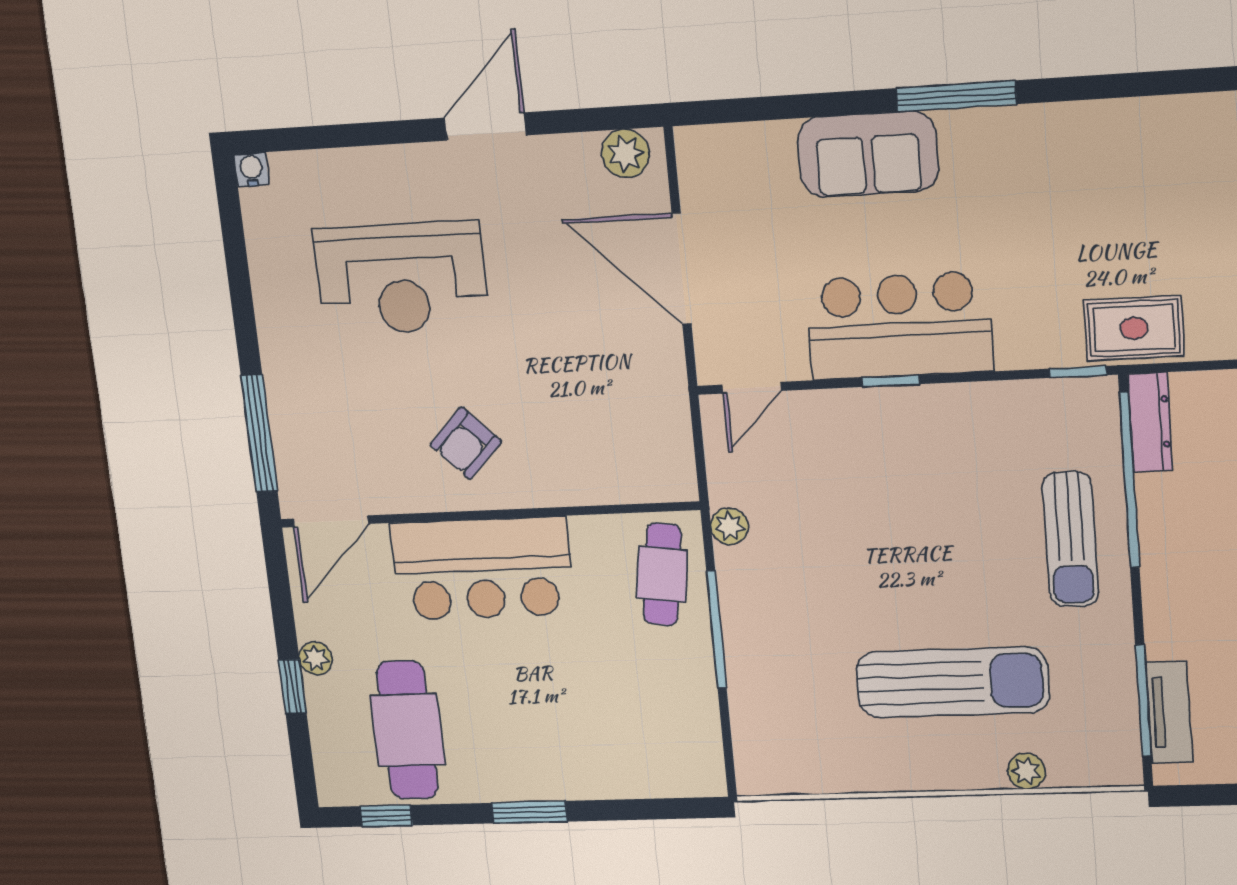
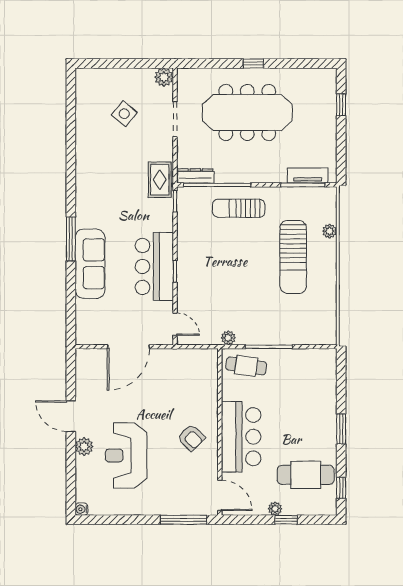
plant: (625, 154) -> (84, 447), moved
sofa: (868, 154) -> (90, 264), width x1.36
reception desk: (401, 278) -> (126, 455), turned 180
sun lounger: (1070, 539) -> (239, 208), turned 180
sun lounger: (952, 682) -> (293, 257), turned 180

